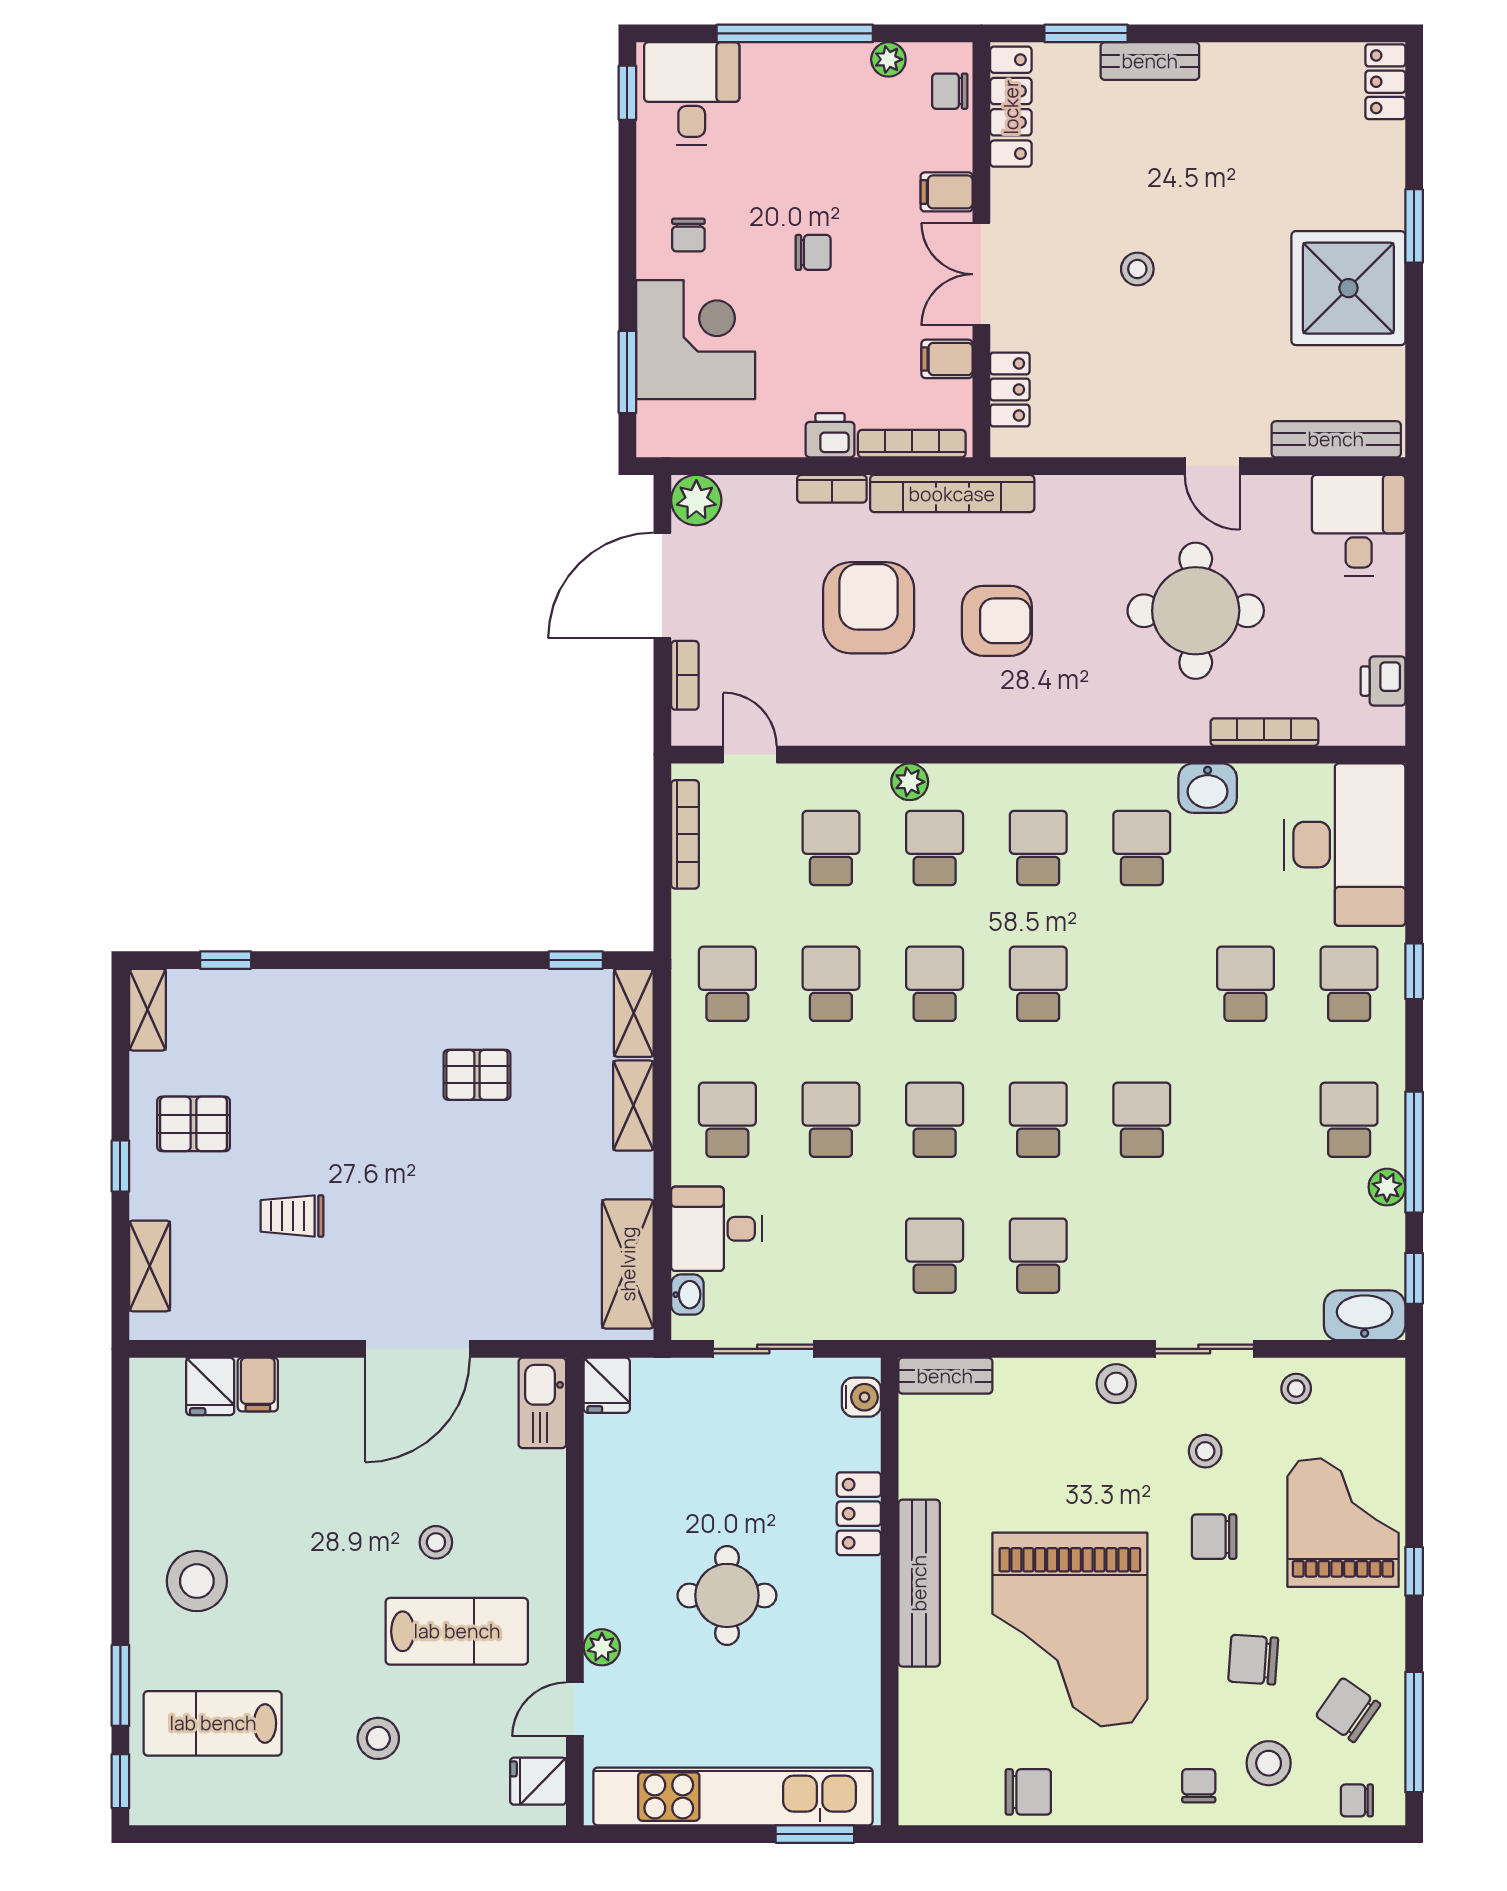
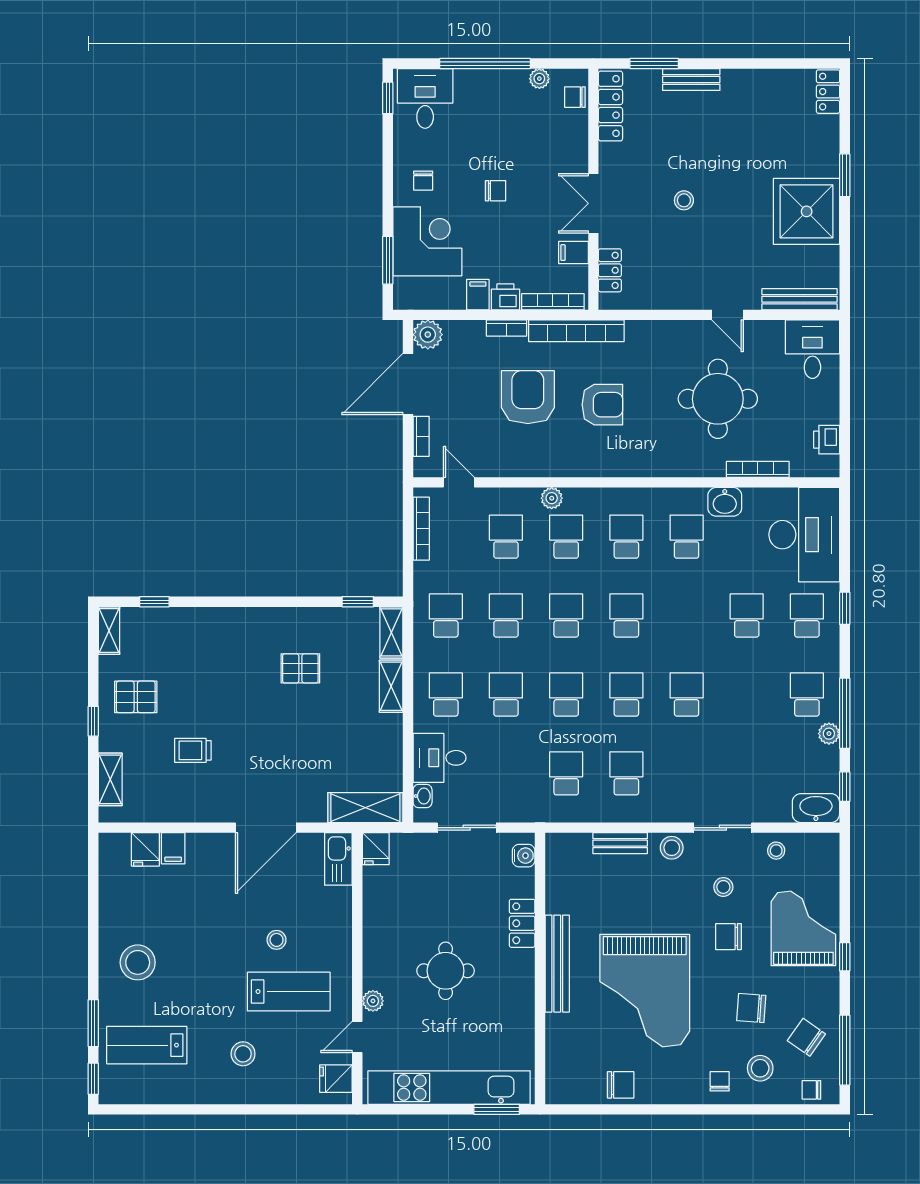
filing cabinet: (947, 192) -> (478, 295), moved, turned 90
shelving: (628, 1264) -> (365, 808), moved, turned 90
bench: (945, 1376) -> (620, 843), moved

